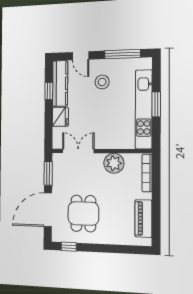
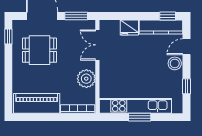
window: (122, 54) -> (186, 86), width x0.46
stool: (102, 82) -> (175, 63), moved
window: (49, 91) -> (168, 16), moved
double door: (78, 151) -> (97, 45), swing flipped
piano: (143, 219) -> (37, 103), width x1.37, depth x1.33

